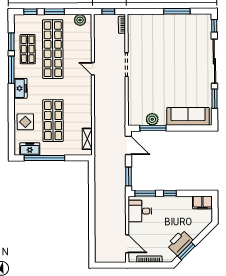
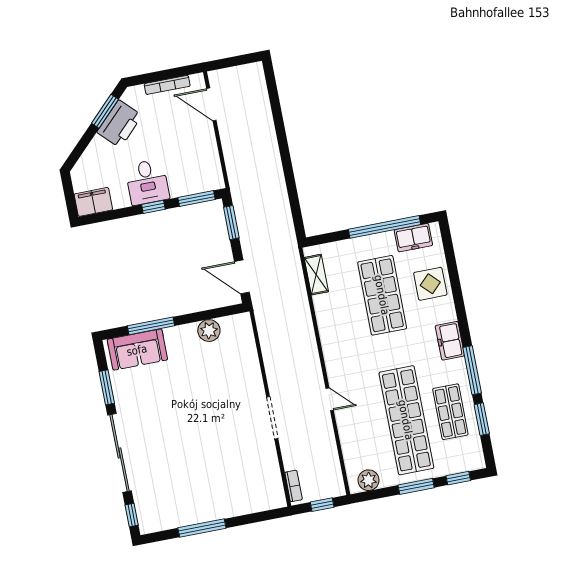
sofa: (188, 116) -> (137, 350), width x0.73
window: (153, 128) -> (151, 326), moved
desk: (140, 211) -> (147, 182), moved, turned 90

